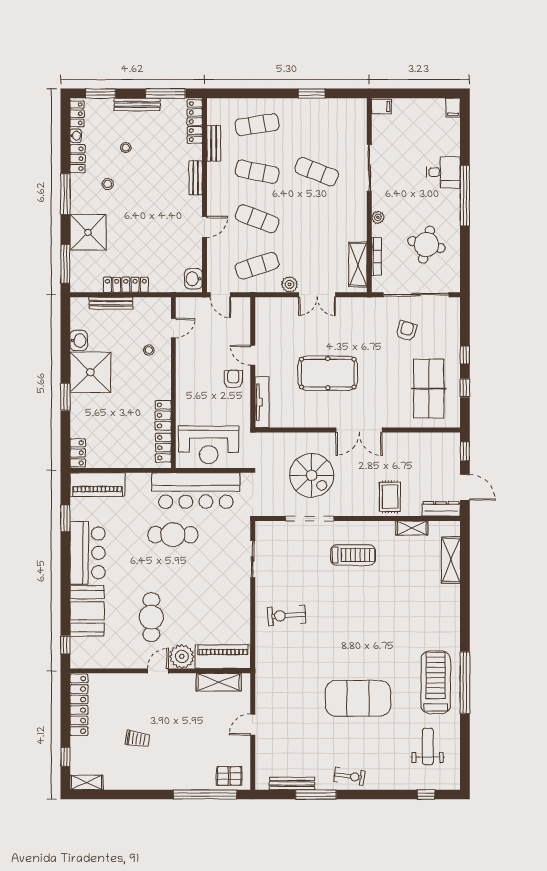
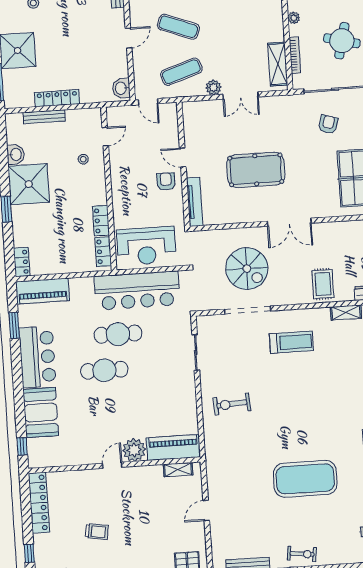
cafe table: (151, 617) -> (104, 370), moved, turned 90
shelving: (219, 682) -> (178, 470), width x0.67, depth x0.75

